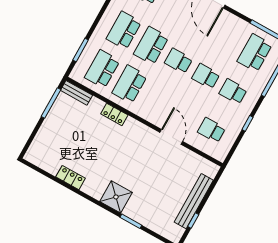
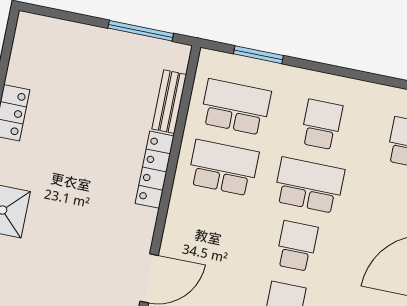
school desk: (124, 30) -> (321, 124), width x0.54
bench: (76, 93) -> (169, 102), moved
locker: (114, 114) -> (155, 170), width x1.53

